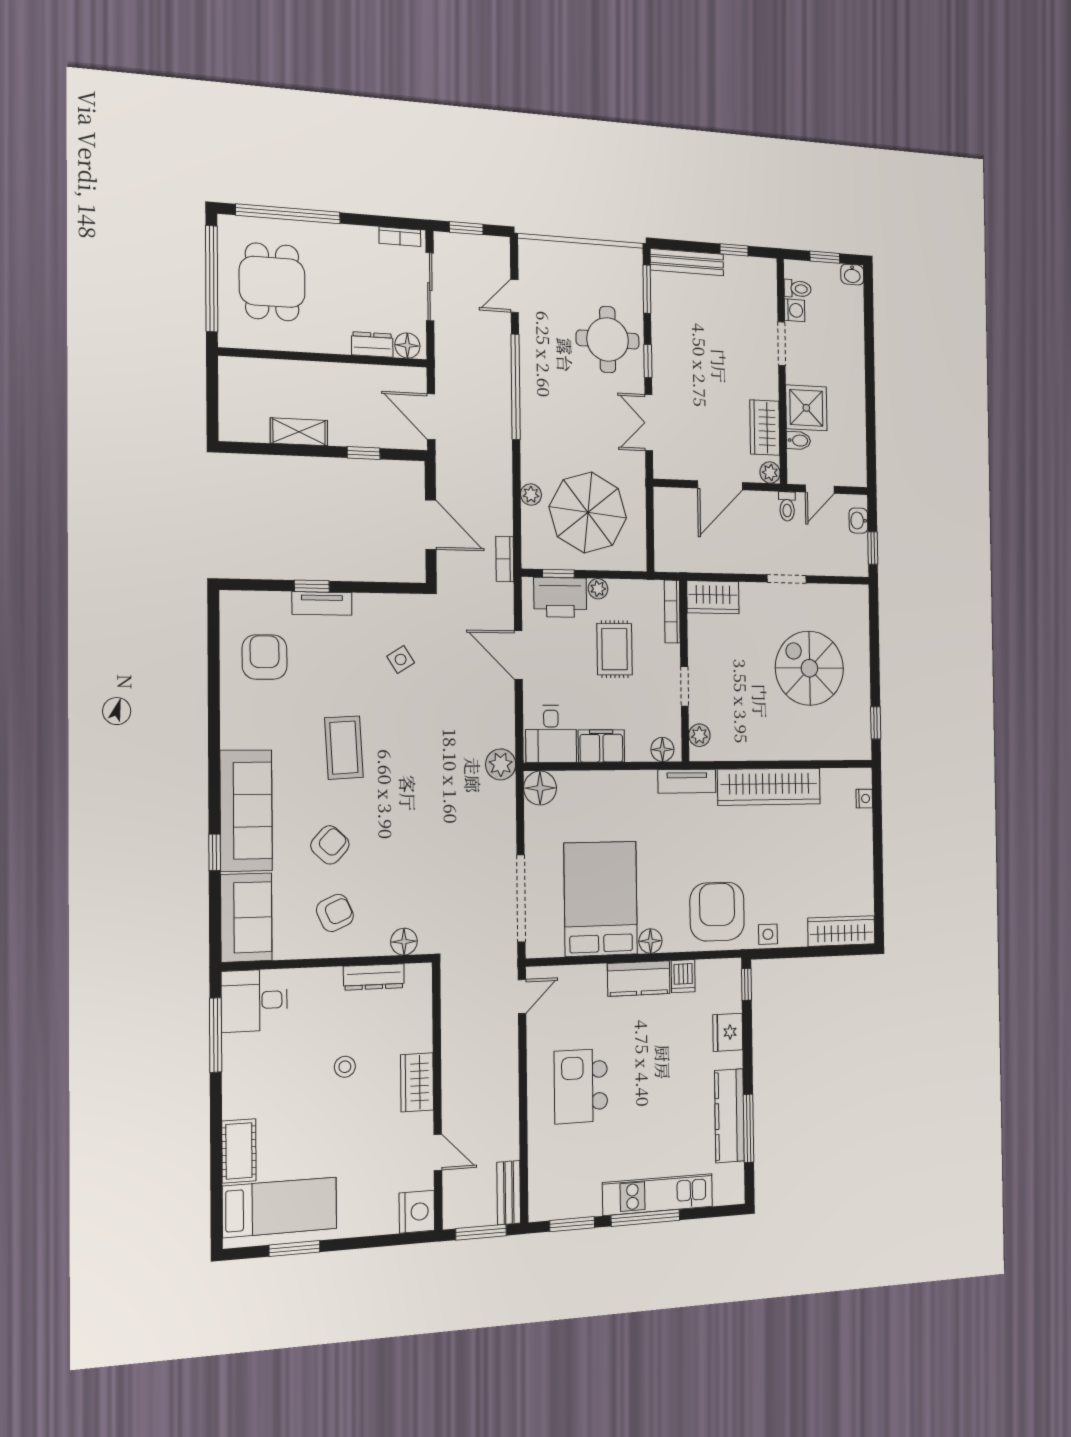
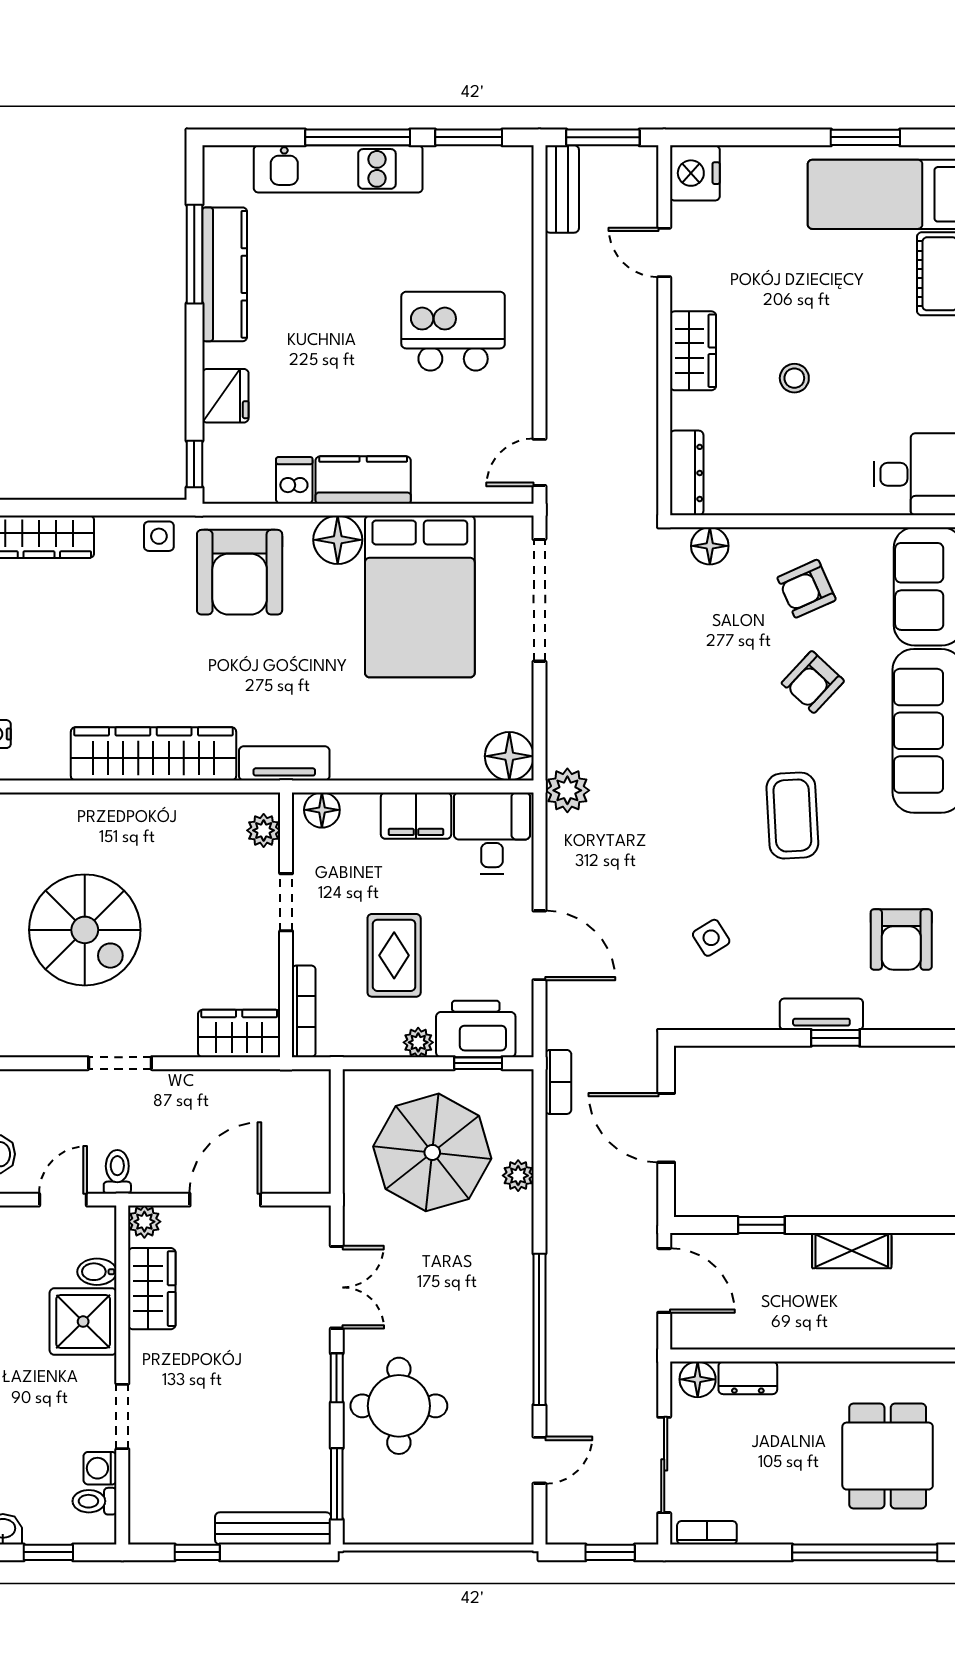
floor lamp: (650, 941) -> (338, 540), width x1.38, depth x1.38
dresser: (374, 977) -> (687, 473), moved, turned 90
kitchen island: (581, 1086) -> (453, 331), turned -90

